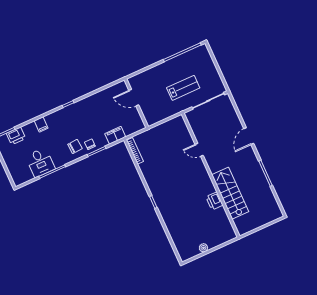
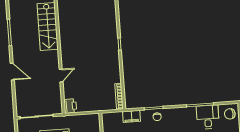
door: (249, 136) -> (12, 72), hinge flipped
chair: (75, 146) -> (230, 114), moved
door: (199, 150) -> (61, 76), hinge flipped
printer: (214, 201) -> (70, 106), moved

